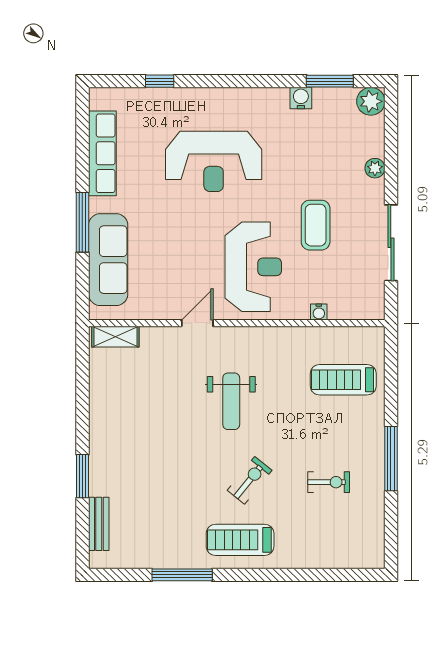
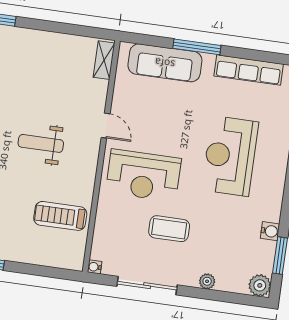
water cooler: (319, 312) -> (95, 267), moved
treadmill: (343, 380) -> (60, 216), moved, turned -90

